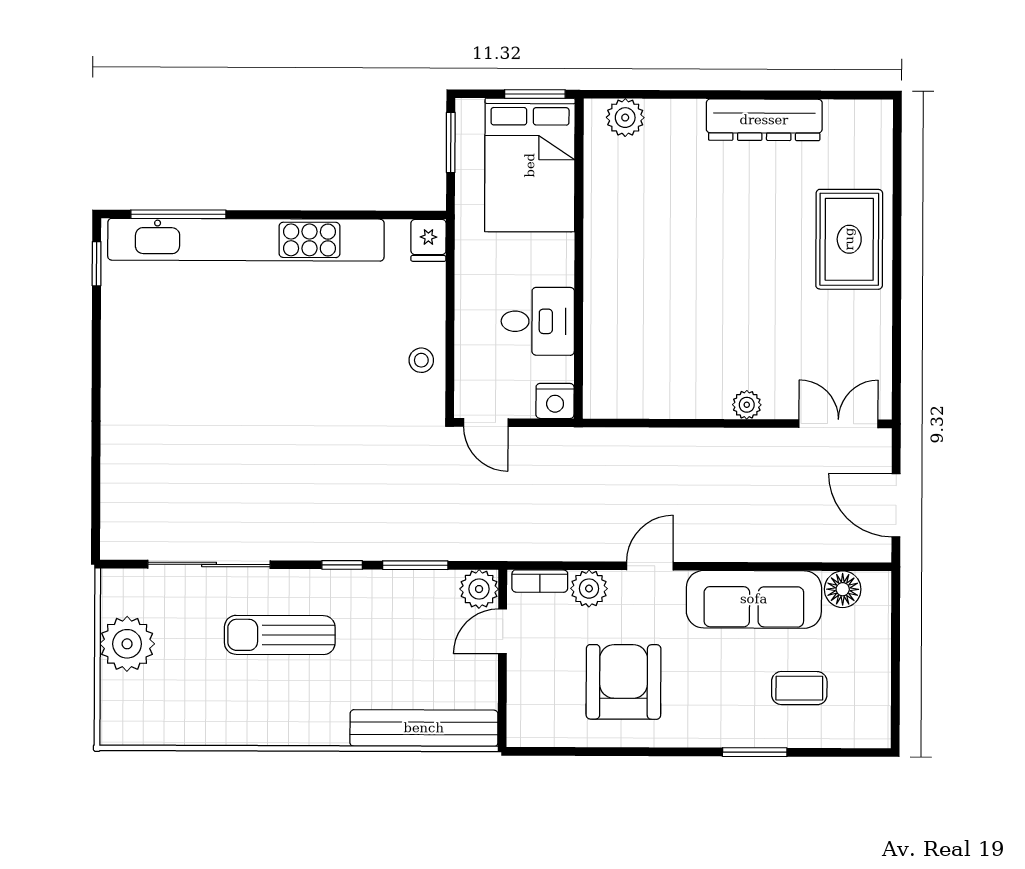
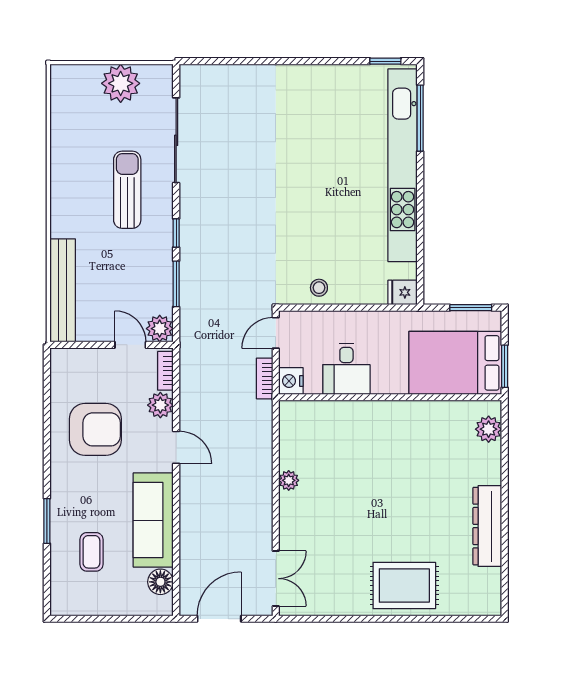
plant: (747, 405) -> (289, 480), moved
bookcase: (551, 439) -> (265, 378), added

